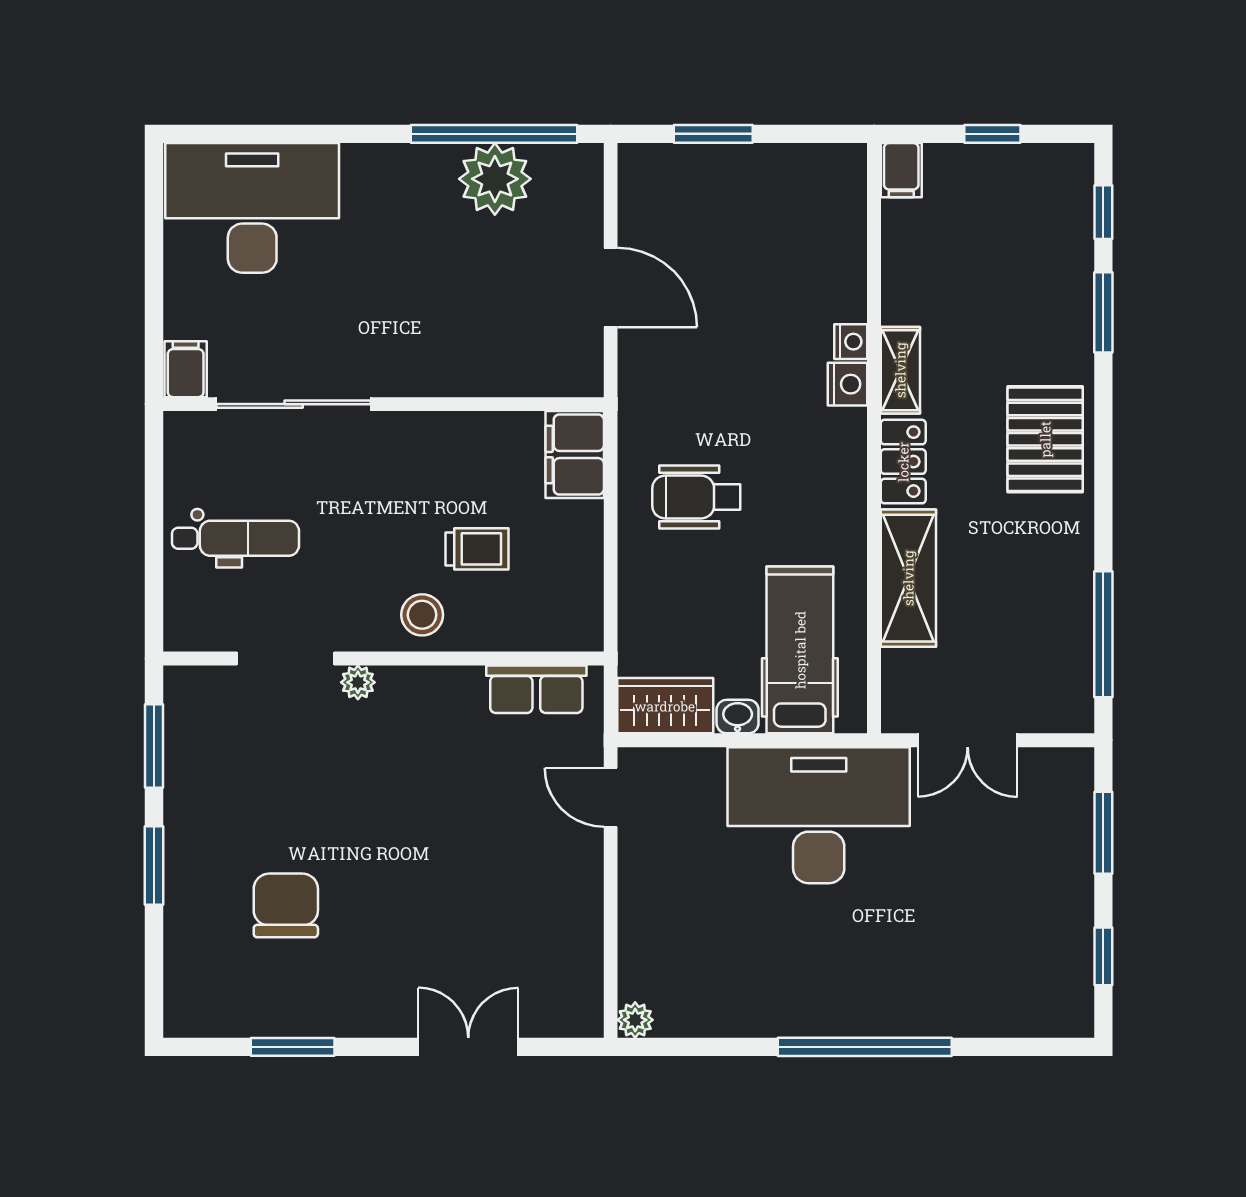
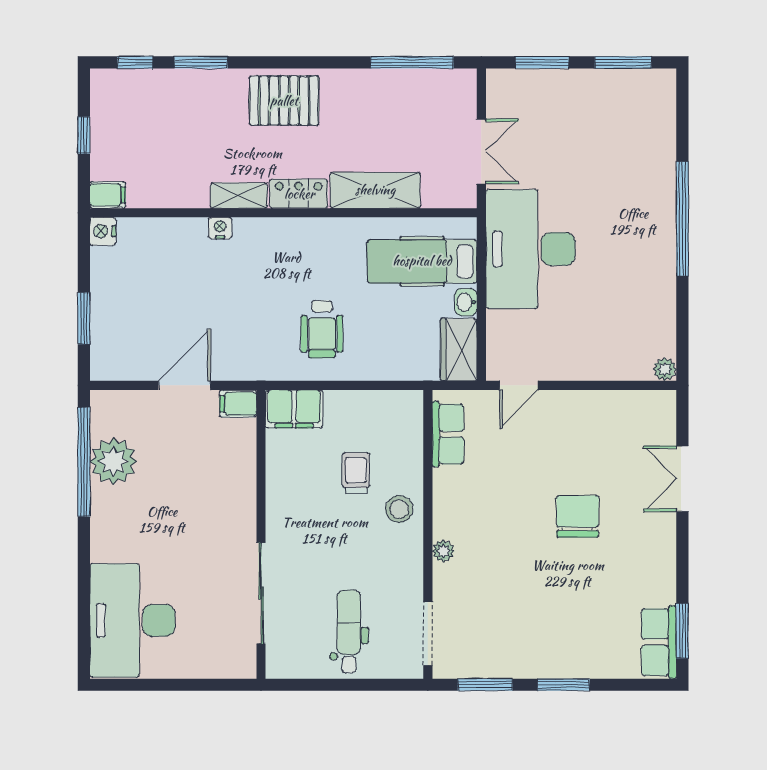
filing cabinet: (186, 369) -> (238, 404), moved
nightstand: (847, 384) -> (103, 231), moved, turned -90
doorway: (285, 658) -> (428, 634), moved
chair: (286, 905) -> (578, 516), moved, turned 90
window: (1103, 956) -> (623, 62), width x1.50
row of seats: (219, 1011) -> (659, 642), added
window: (293, 1047) -> (682, 631), moved

